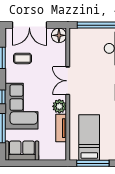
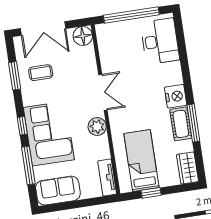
double door: (68, 81) -> (103, 92), swing flipped
tv unit: (61, 128) -> (107, 178), moved
window: (93, 163) -> (151, 193), width x0.46

